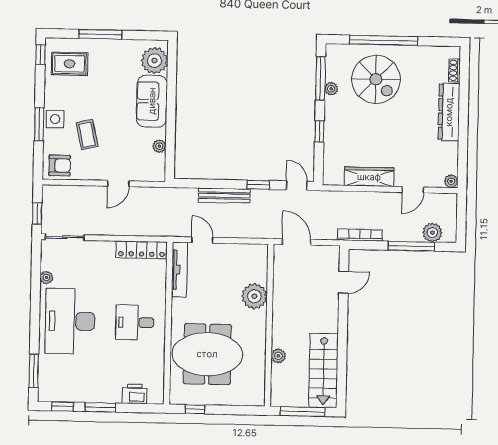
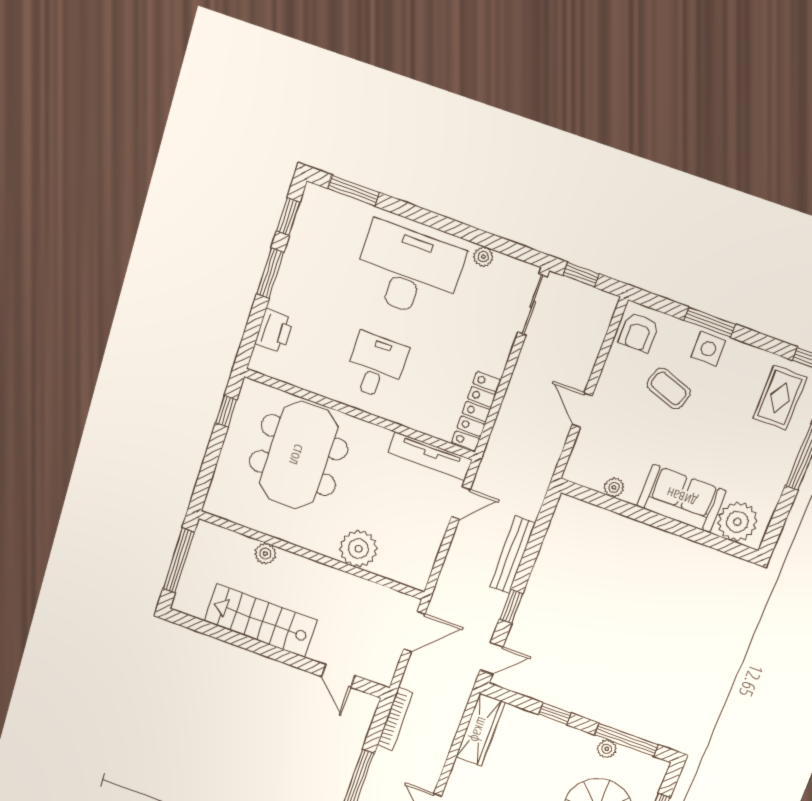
coffee table: (87, 135) -> (669, 388), turned 32
wardrobe: (369, 177) -> (480, 730), moved
stairs: (323, 371) -> (261, 621), moved

